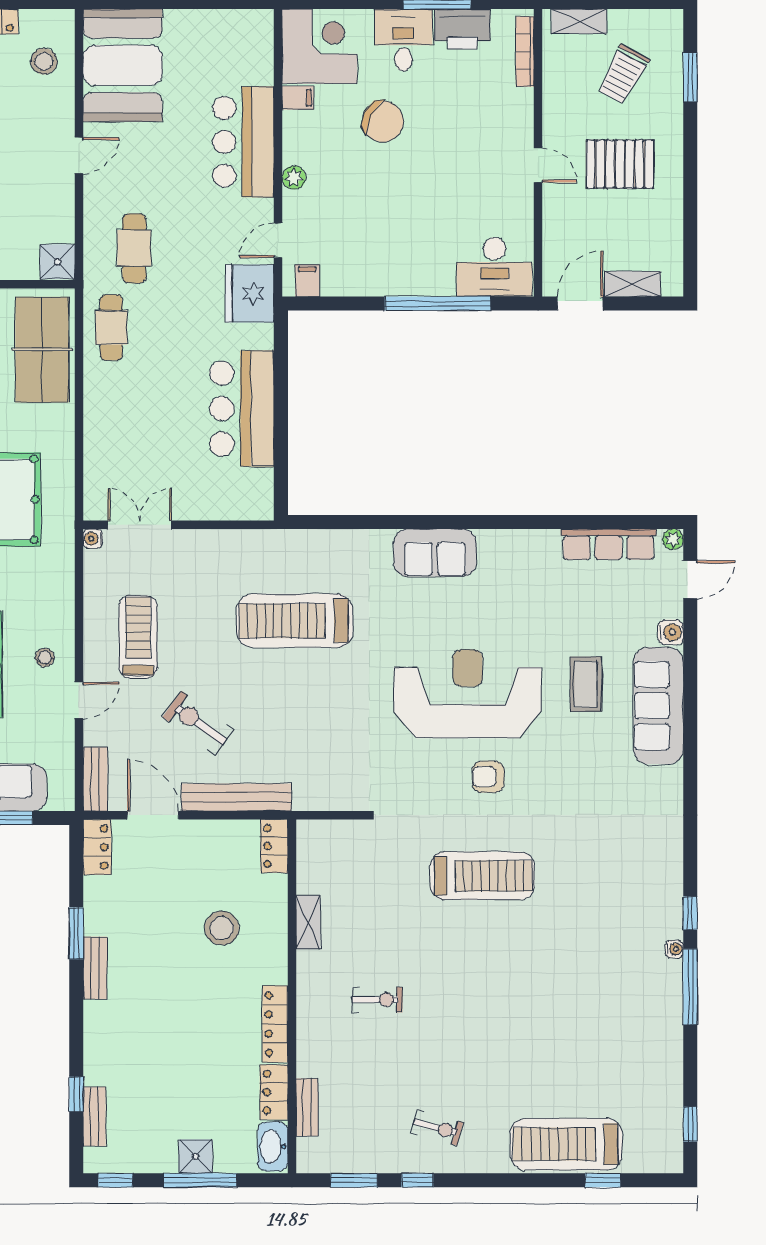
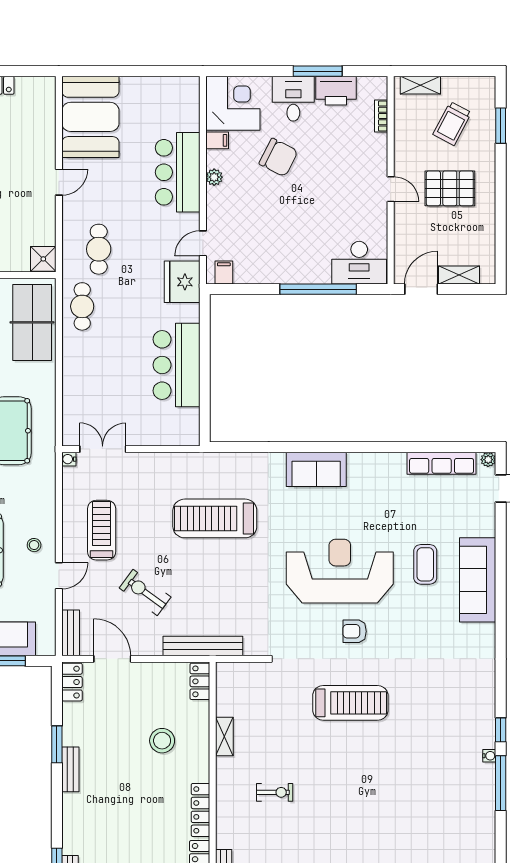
bookcase: (525, 51) -> (381, 116), width x0.64
stool: (44, 61) -> (33, 114), removed
plant: (294, 178) -> (214, 177), moved
water cooler: (671, 632) -> (486, 527), removed
bench: (236, 797) -> (203, 646), moved

